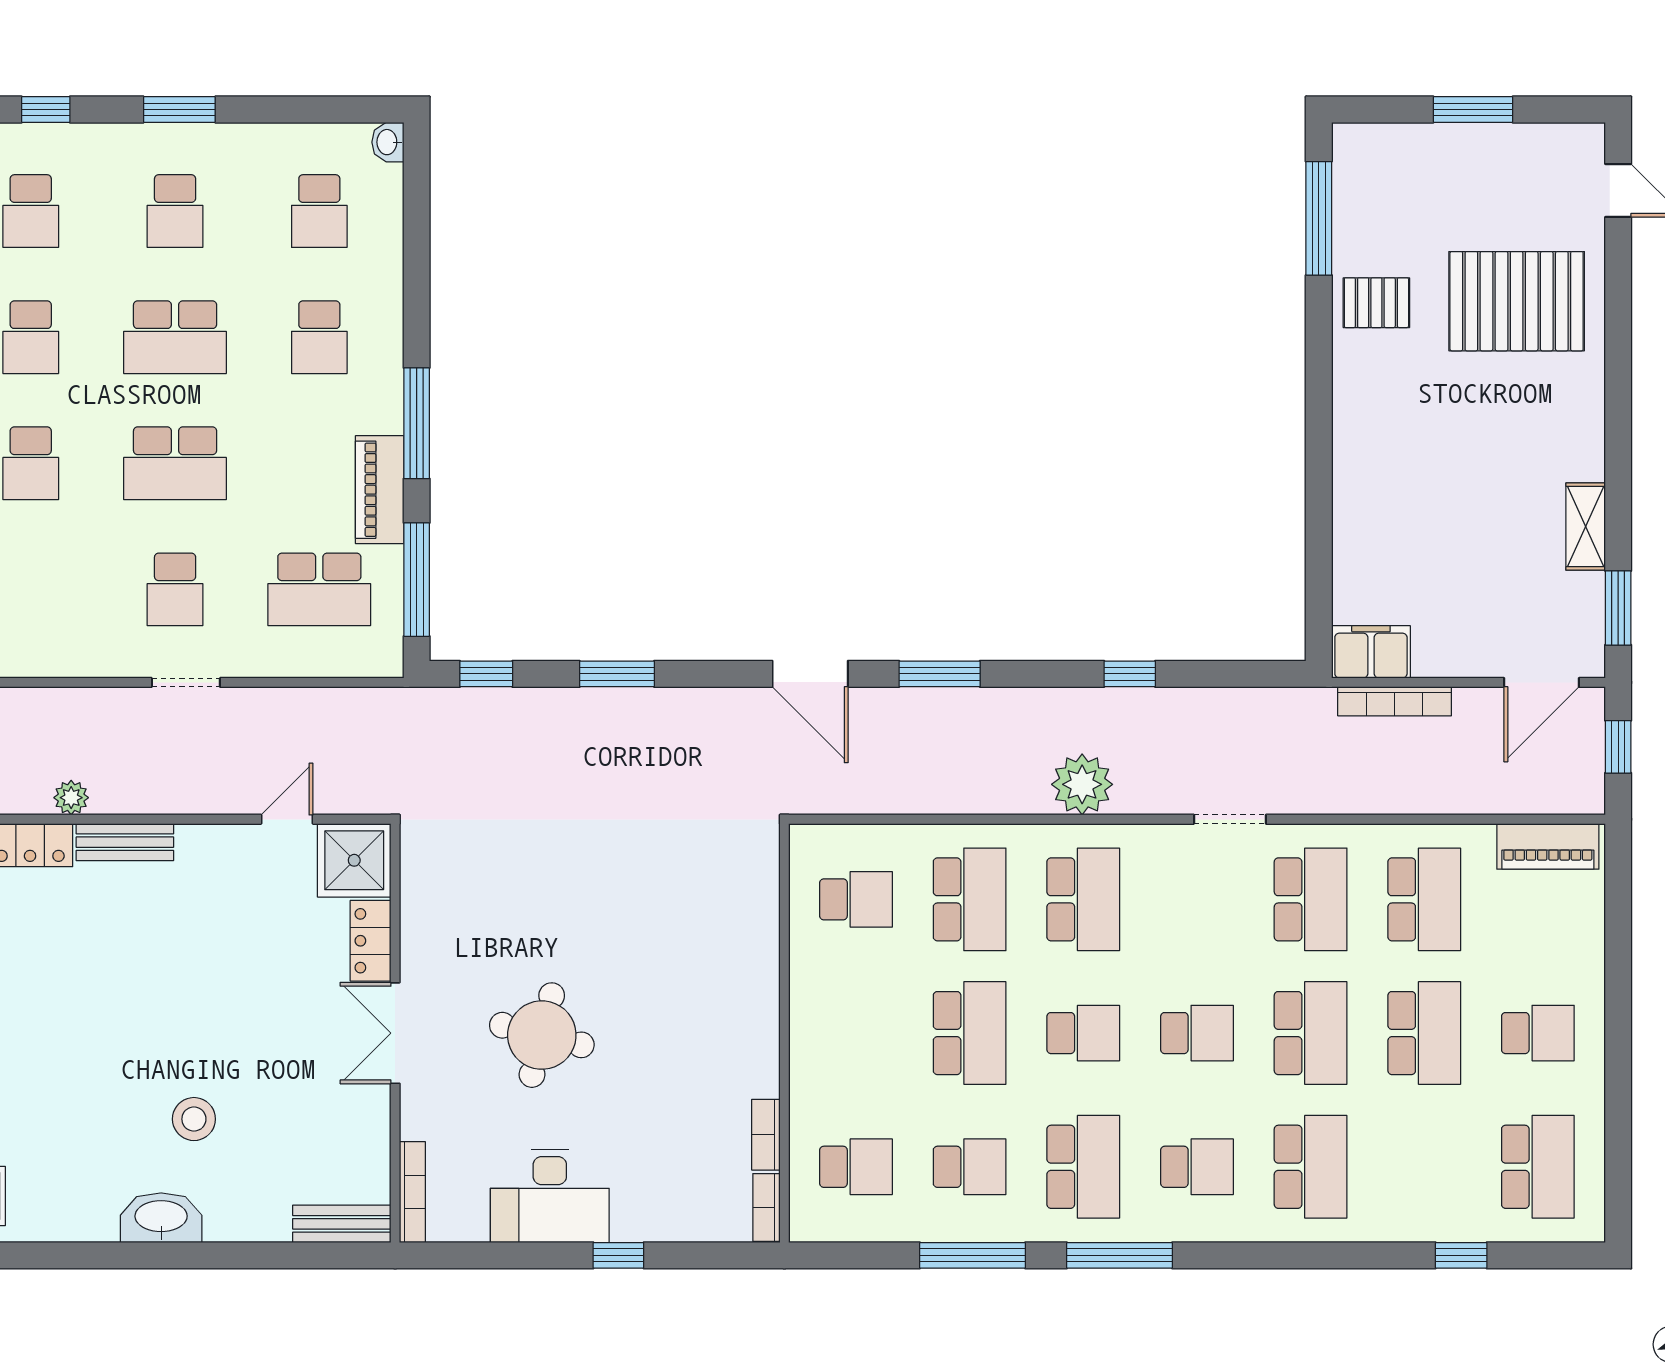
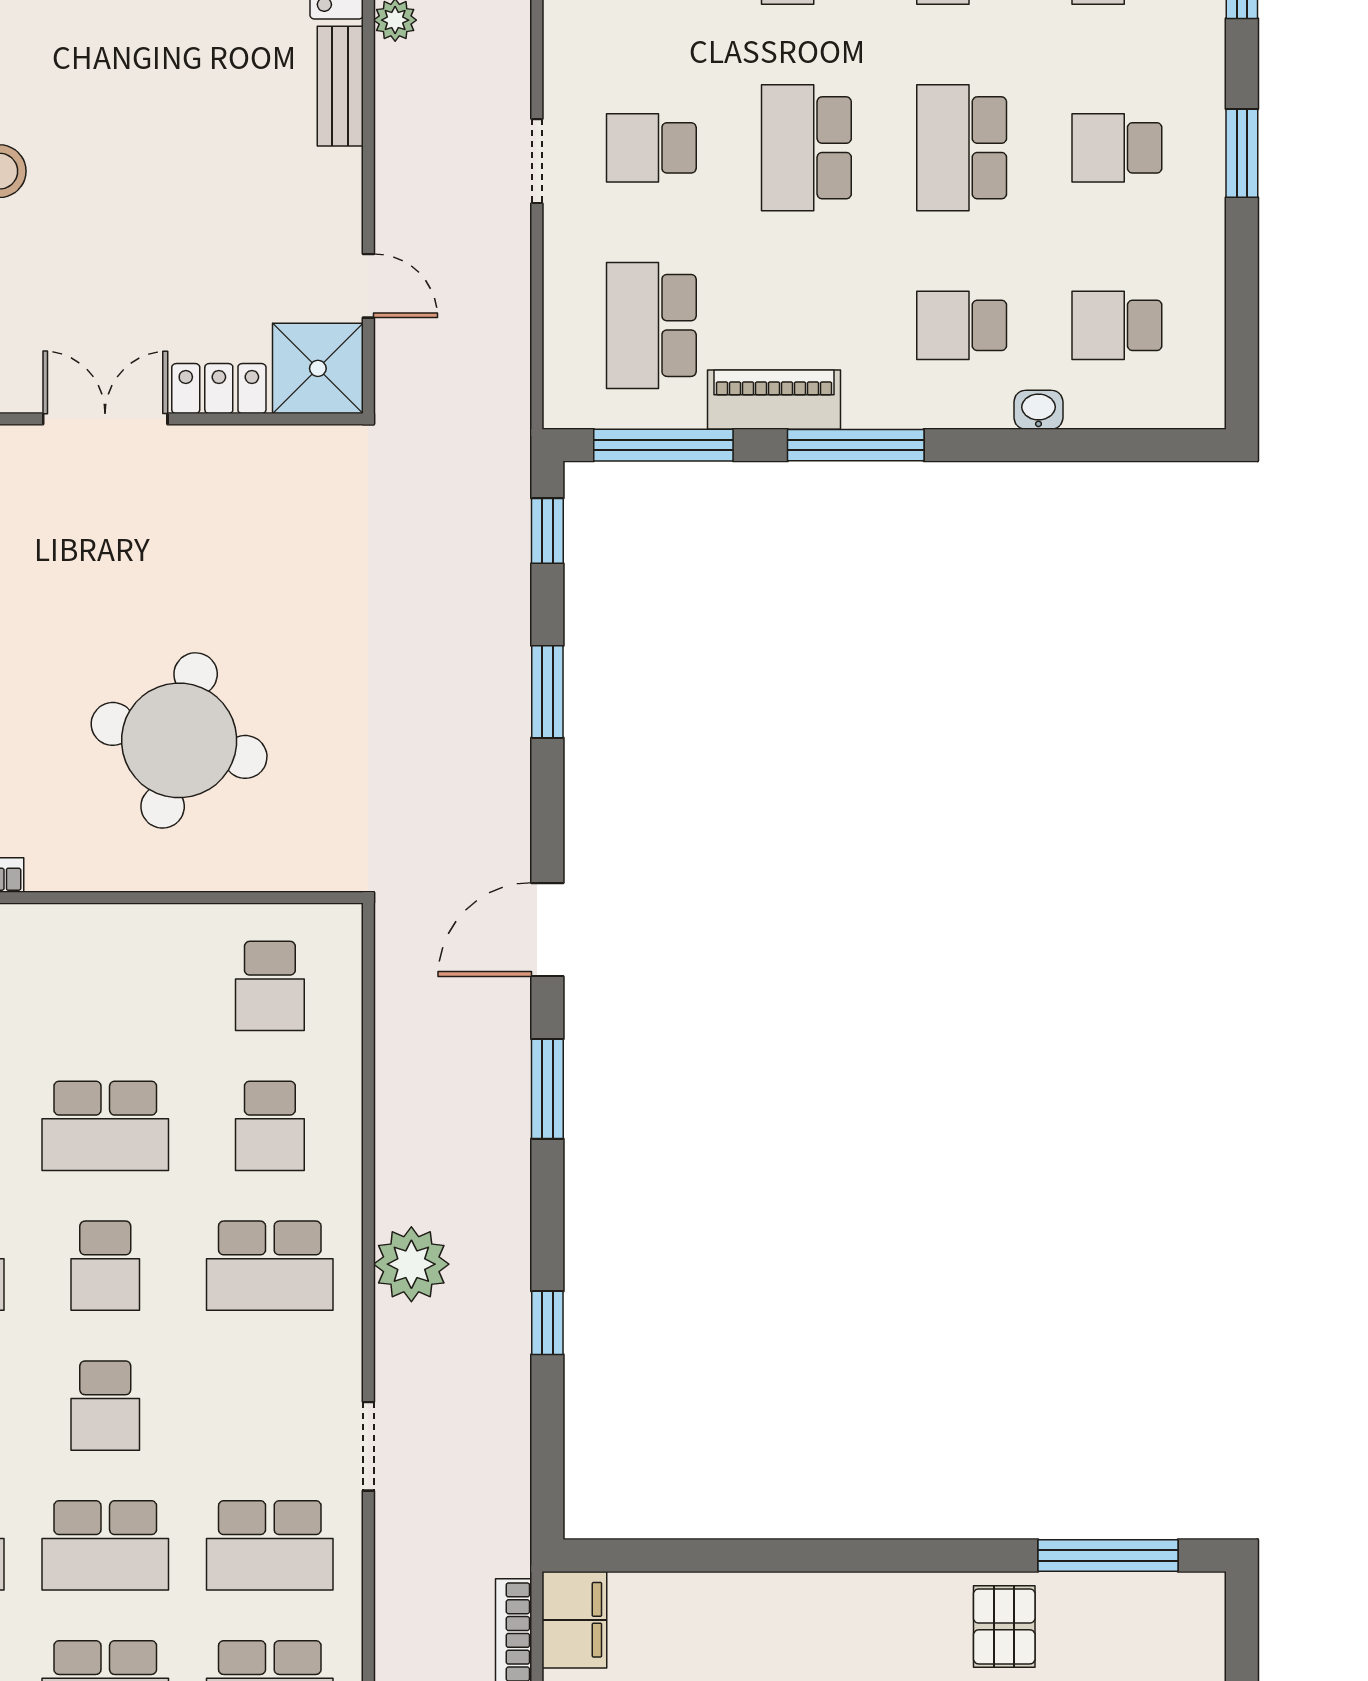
washbasin: (388, 142) -> (1038, 410), moved
school desk: (970, 899) -> (270, 1126), width x0.54
round table: (542, 1035) -> (179, 740), moved, width x1.36, depth x1.36

